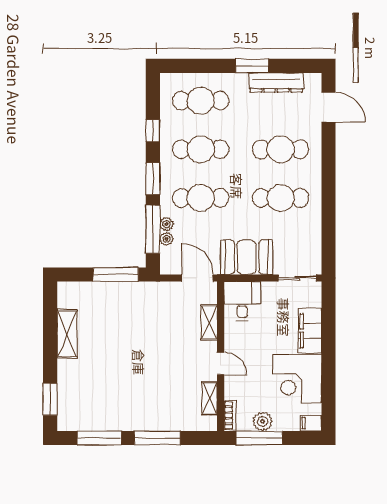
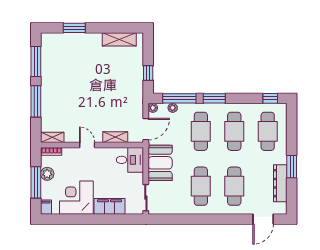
window: (153, 131) -> (270, 98), moved
plant: (167, 224) -> (153, 108), moved
window: (116, 275) -> (148, 73), width x0.46
shelving: (67, 334) -> (119, 39), moved
door: (221, 363) -> (87, 145), swing flipped
shelving: (210, 398) -> (52, 137), moved
window: (50, 399) -> (74, 28), moved
window: (259, 438) -> (36, 182), moved

